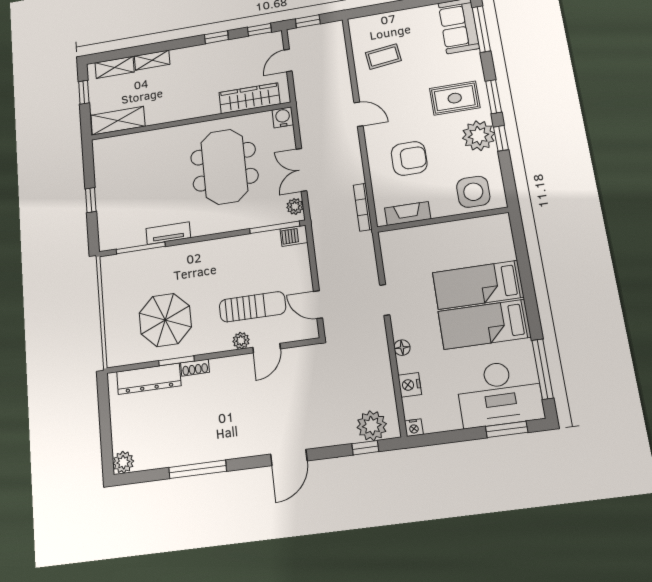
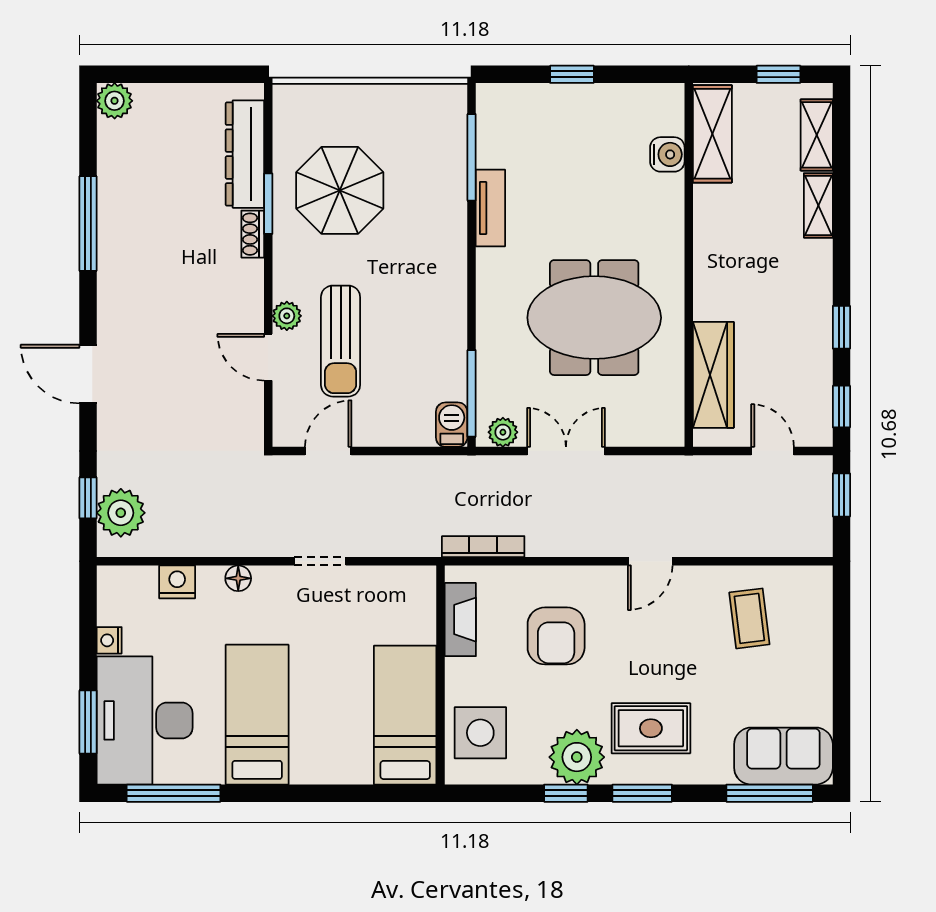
rug: (455, 98) -> (651, 728), turned 90
water cooler: (283, 117) -> (667, 154), moved
bed: (478, 285) -> (405, 715), moved
nightstand: (414, 428) -> (109, 640), moved

